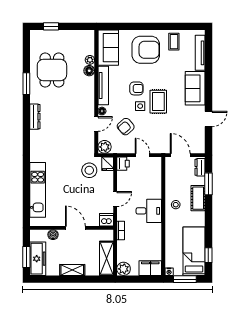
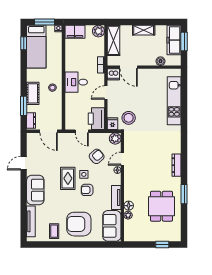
tv unit: (103, 86) -> (116, 197), width x0.71
printer: (123, 164) -> (96, 119), width x1.87, depth x1.48
door: (75, 228) -> (129, 67), moved

